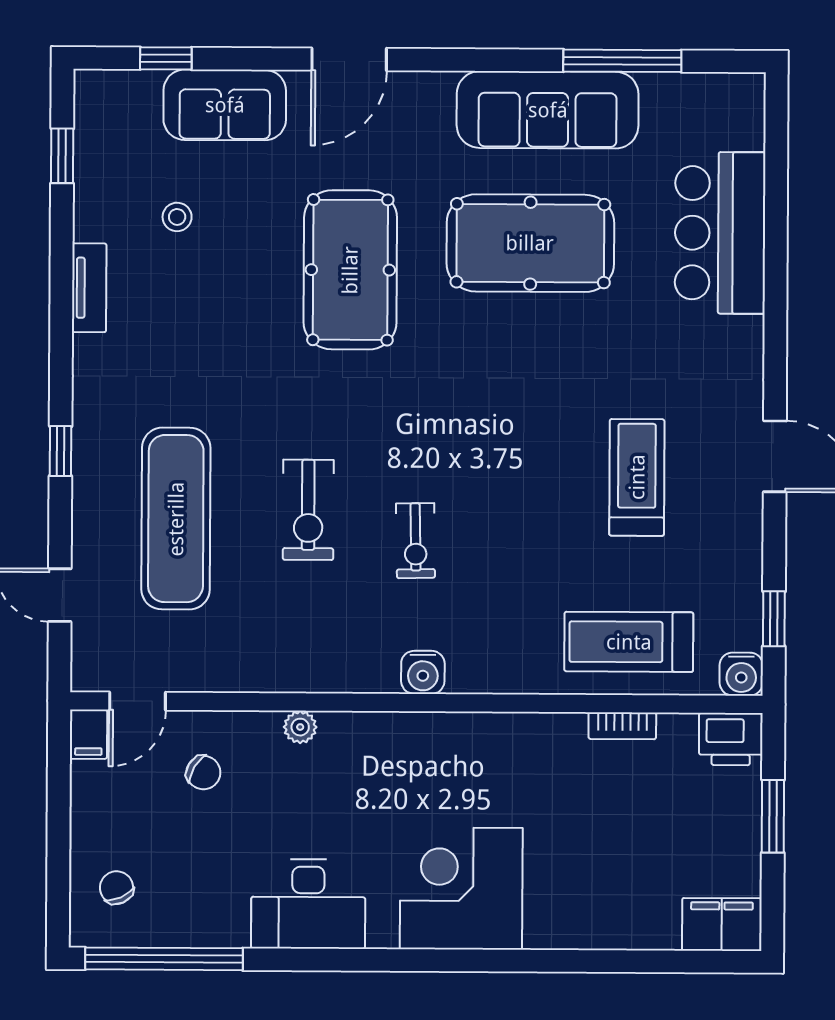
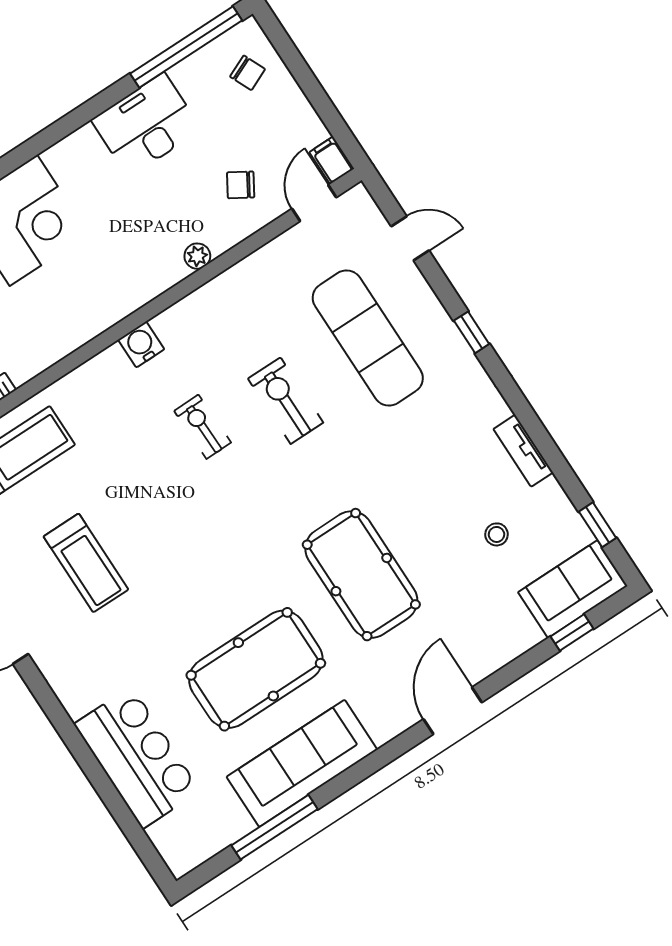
sofa: (225, 105) -> (573, 589), moved
desk: (308, 904) -> (146, 125), moved

